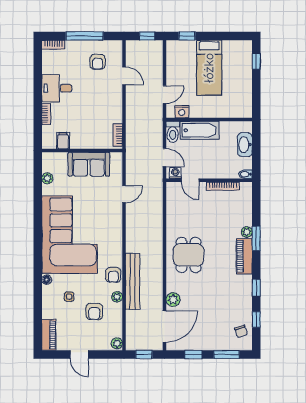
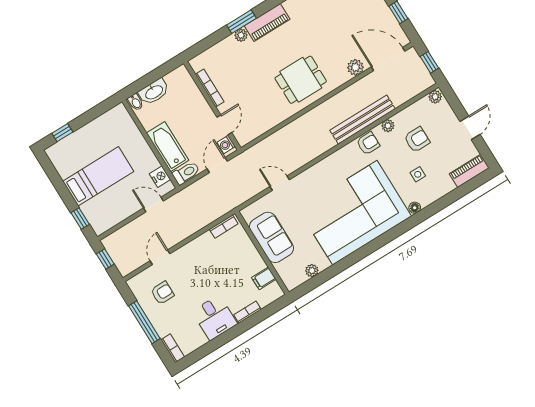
bidet: (246, 174) -> (136, 102), moved

